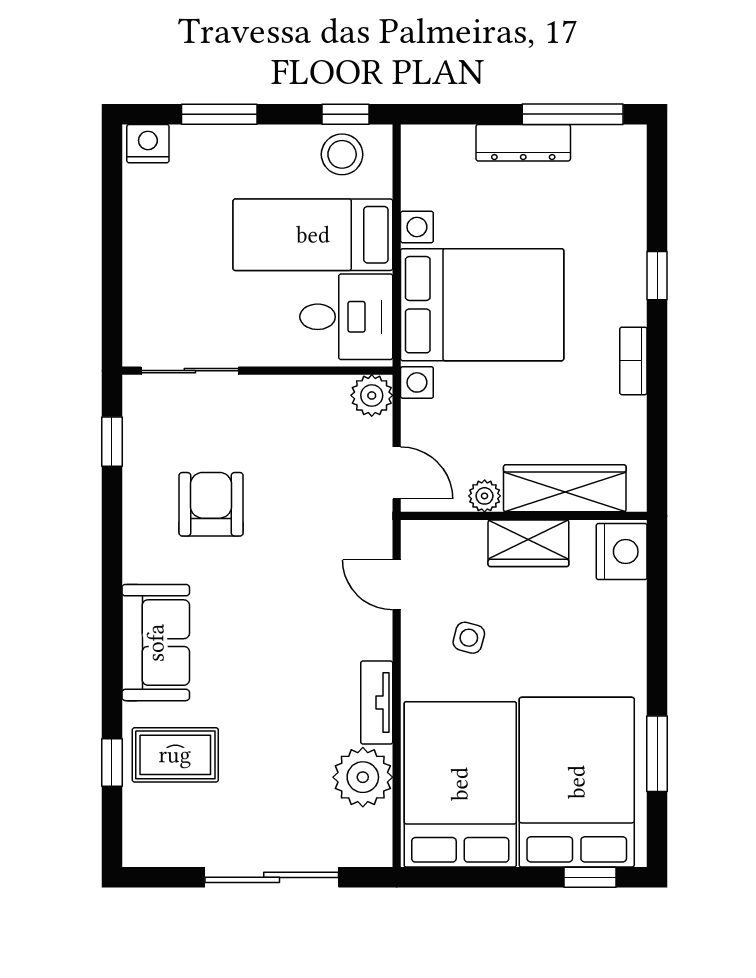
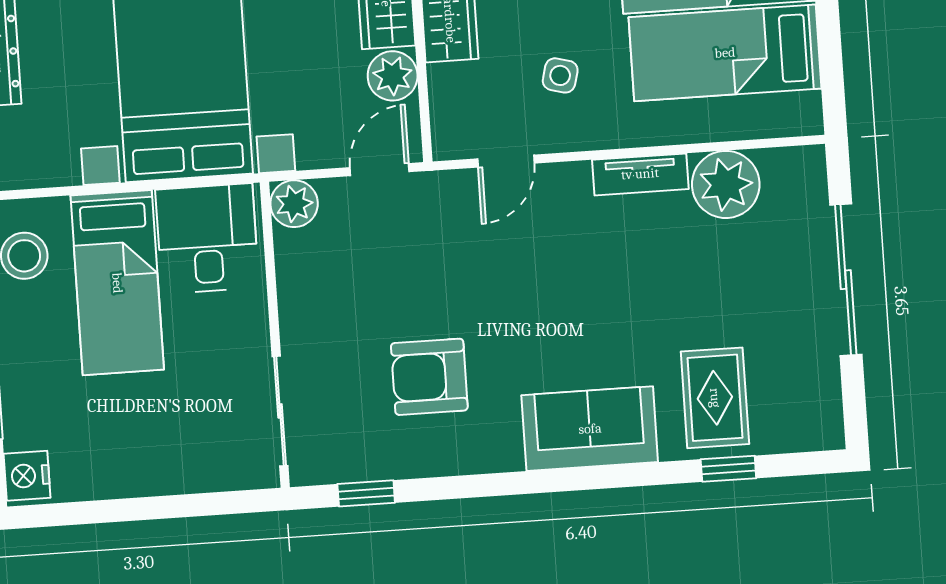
plant: (485, 496) -> (393, 76), width x1.38, depth x1.38
bed: (460, 784) -> (725, 53), width x0.67

